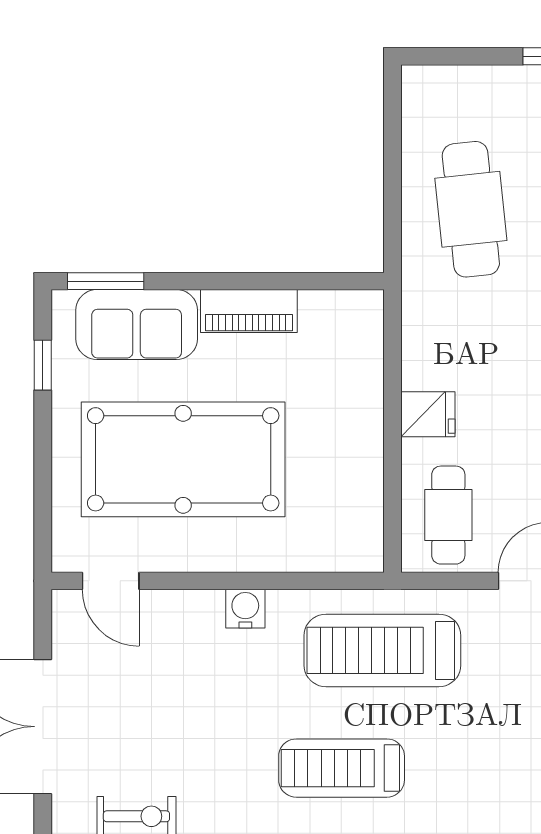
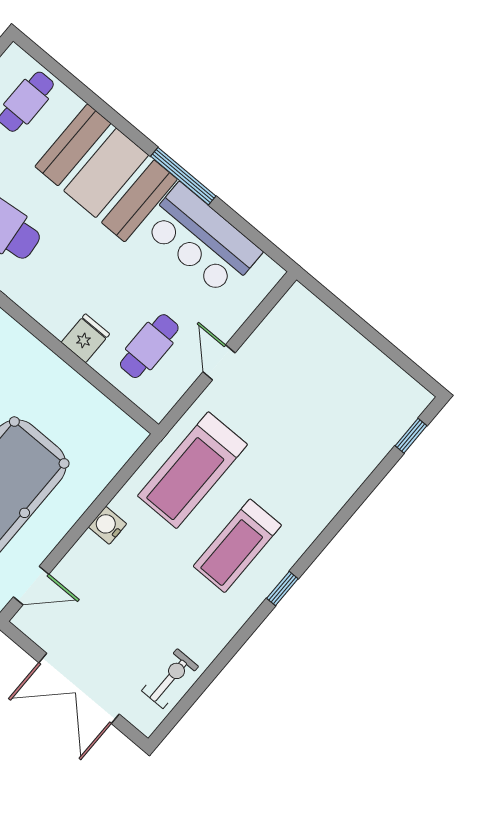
cafe table: (448, 515) -> (149, 346), moved, turned 90

